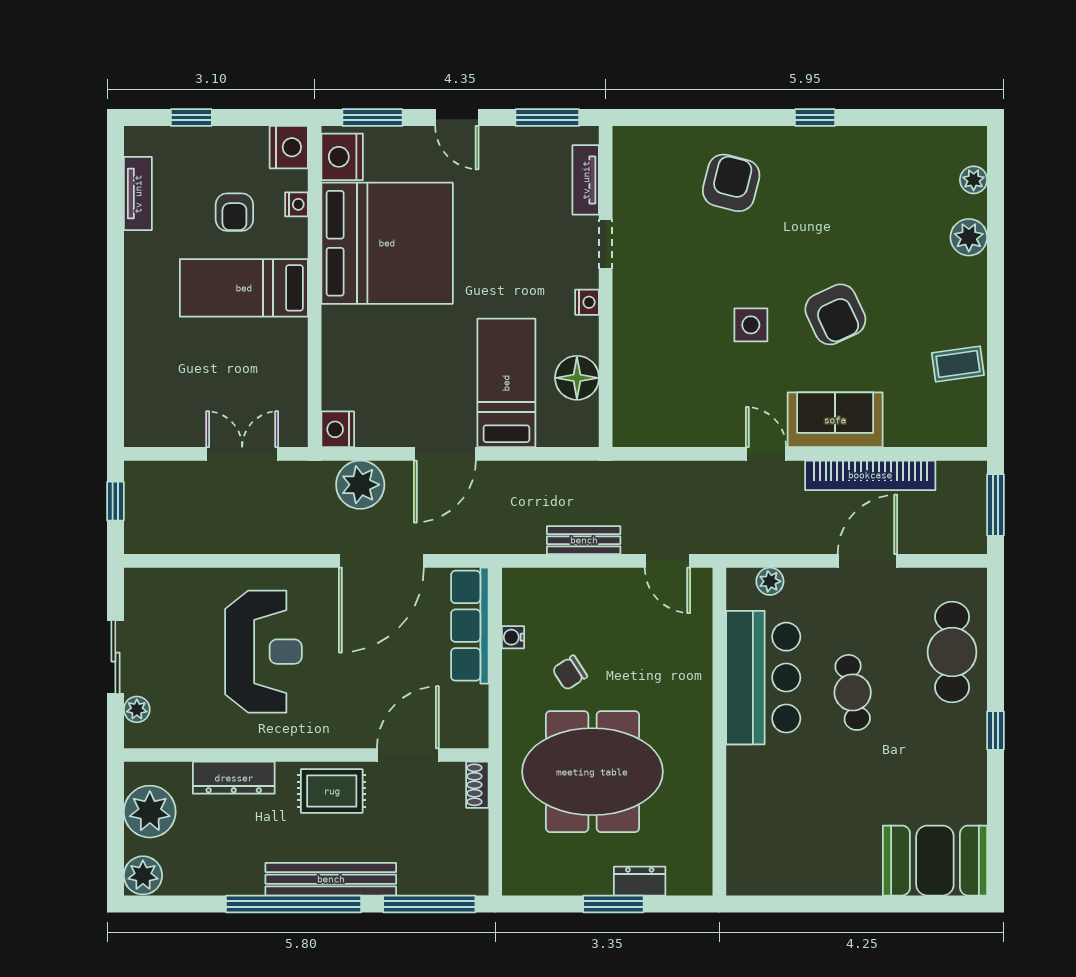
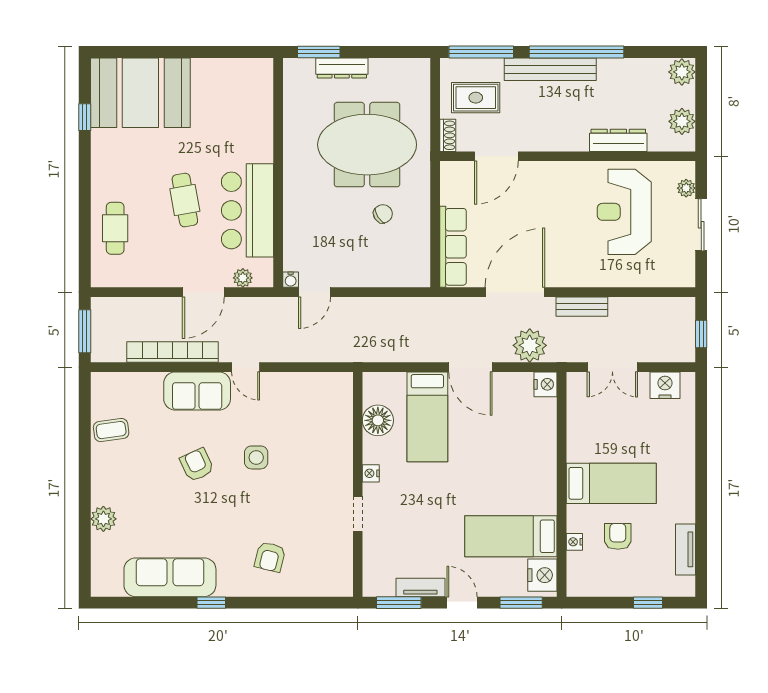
nightstand: (289, 147) -> (665, 385), moved, turned 90
sofa: (874, 154) -> (170, 577), added
tv unit: (586, 180) -> (420, 587), moved, turned -90
plant: (974, 180) -> (100, 559), removed
armchair: (731, 183) -> (270, 557), width x0.72, depth x0.72
bed: (387, 243) -> (511, 536), width x0.49
armchair: (835, 314) -> (197, 465), width x0.72, depth x0.72
door: (445, 454) -> (470, 367), swing flipped
bench: (584, 540) -> (582, 307), moved
door: (667, 561) -> (315, 292), swing flipped
door: (867, 561) -> (203, 292), moved
water cooler: (513, 637) -> (291, 280), moved, turned 90
reception desk: (263, 652) -> (624, 212), moved
cafe table: (952, 652) -> (115, 228), width x0.73, depth x0.74
window: (995, 730) -> (85, 117), moved
rug: (332, 791) -> (476, 98), moved
plant: (150, 812) -> (682, 121), width x0.73, depth x0.73
booth: (935, 861) -> (140, 93), width x1.36, depth x1.42
dresser: (640, 881) -> (342, 68), width x1.44
window: (613, 904) -> (319, 52), moved

